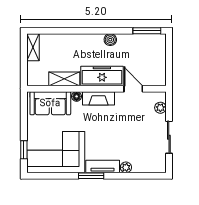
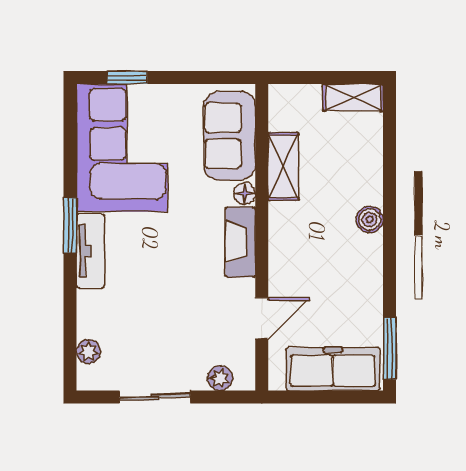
boiler: (110, 40) -> (370, 220), moved
freezer: (102, 76) -> (333, 369), moved, turned -90
plant: (126, 167) -> (88, 352), moved

